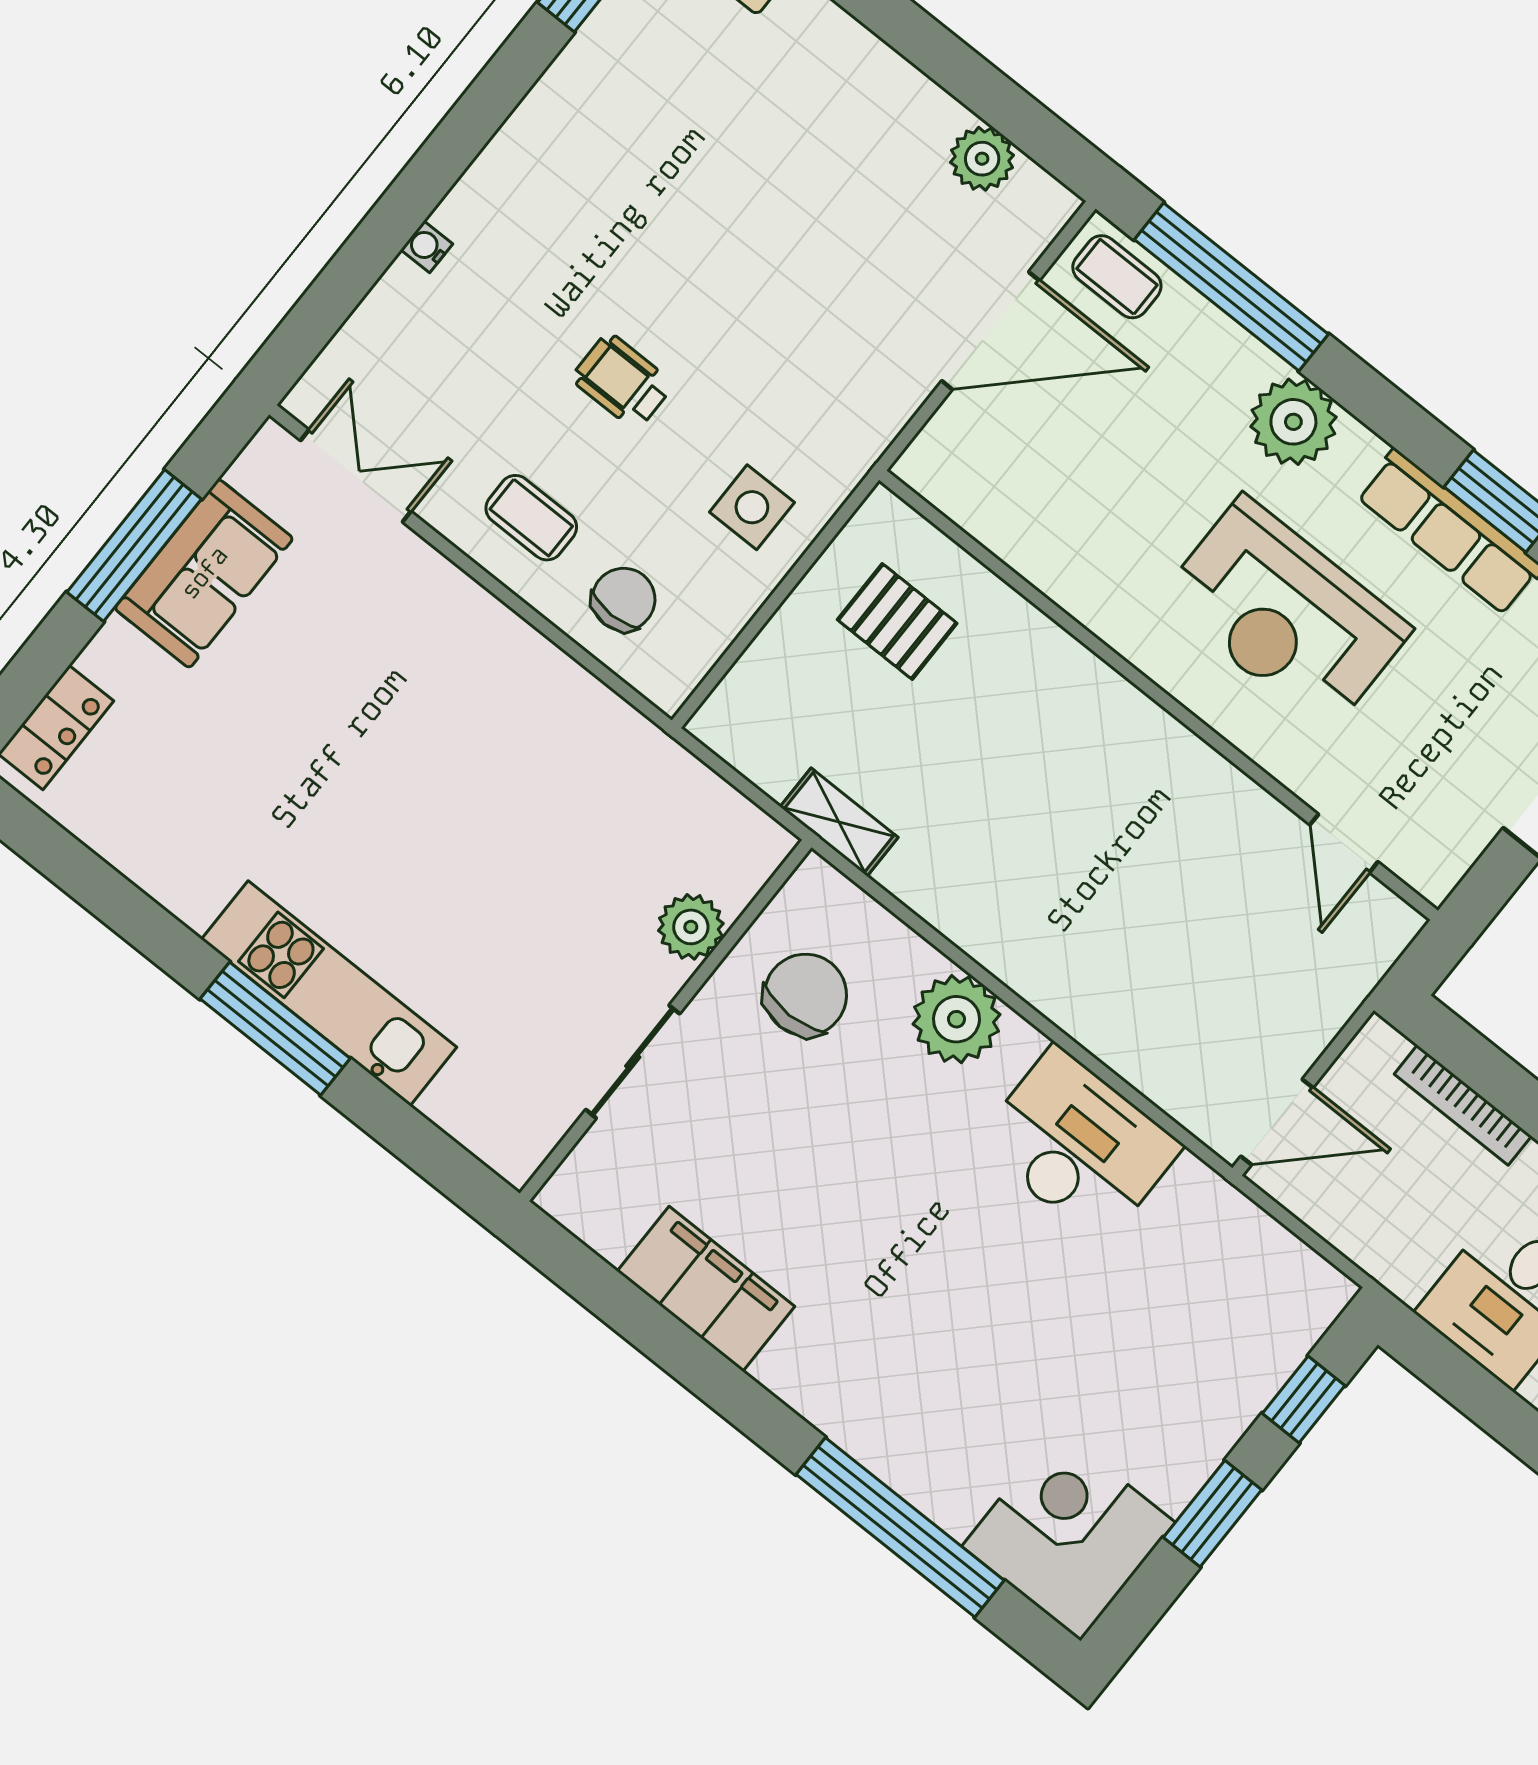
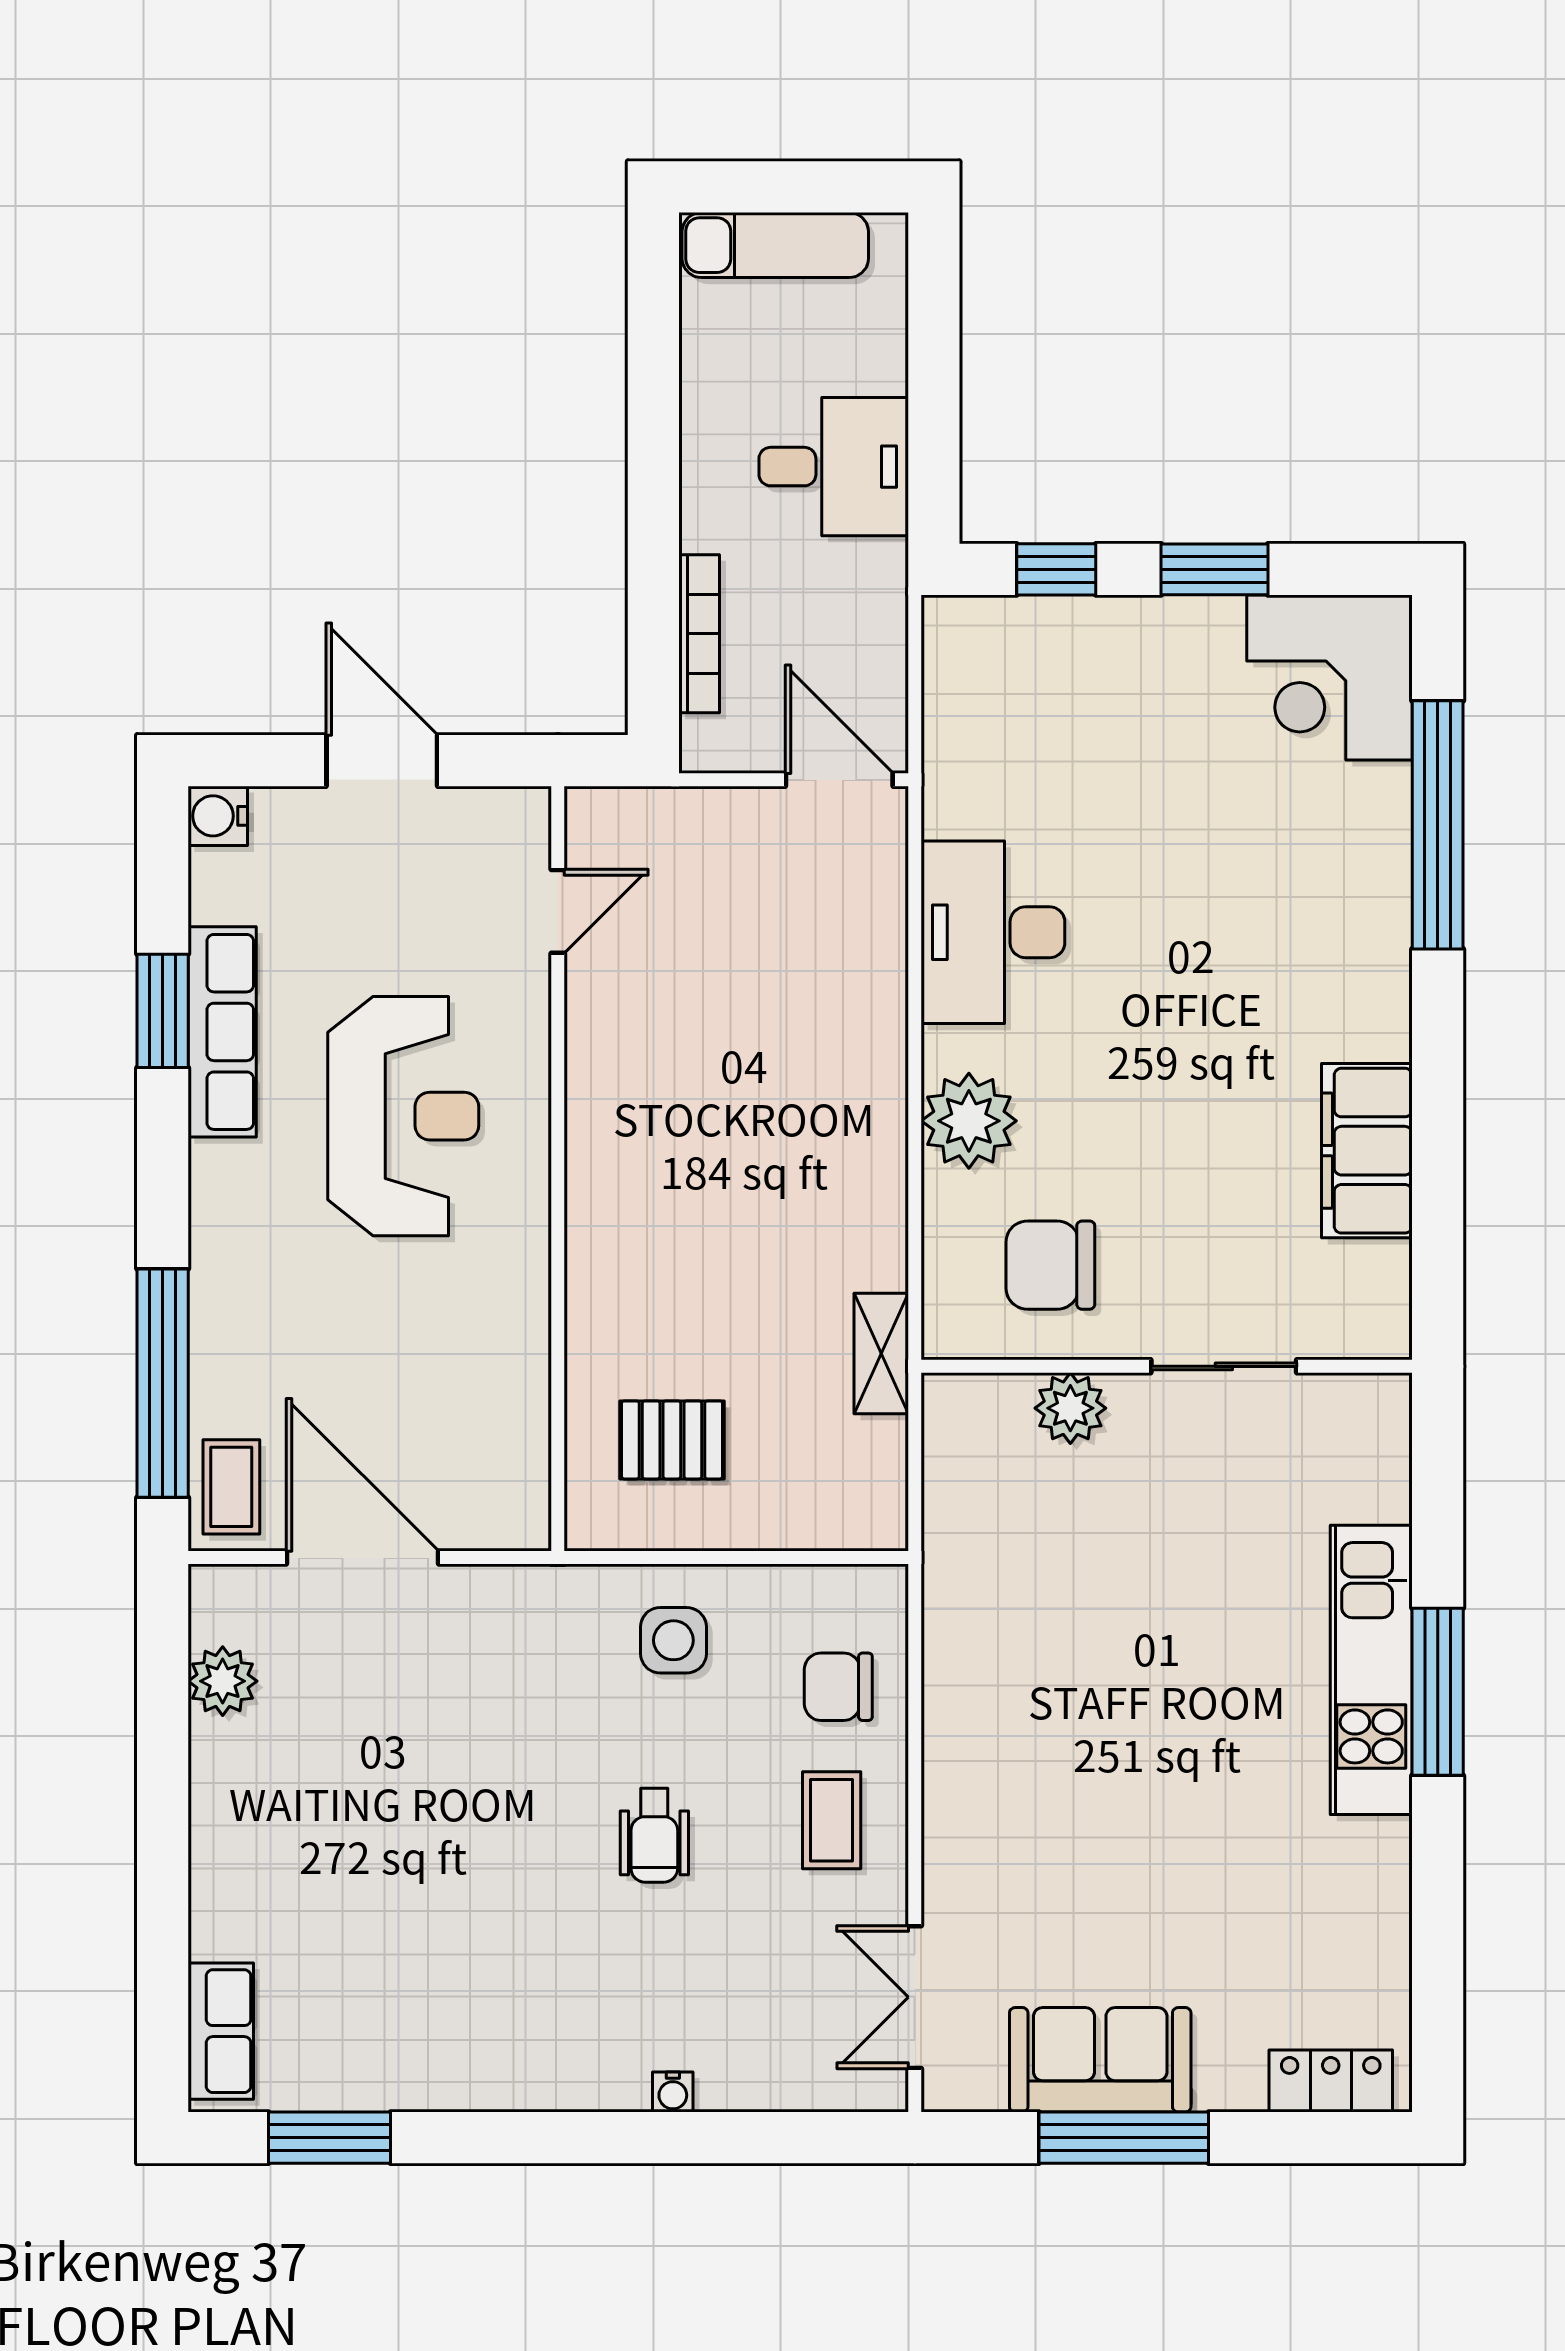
plant: (1293, 422) -> (235, 1239), removed
pallet: (897, 621) -> (672, 1440), turned 90

